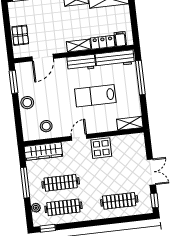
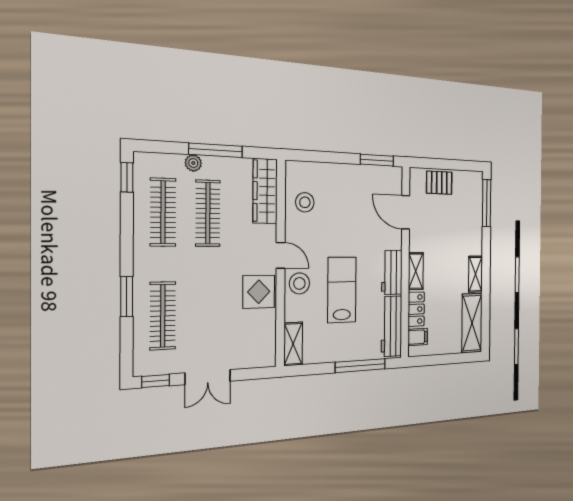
stool: (27, 103) -> (299, 283), moved
plant: (36, 208) -> (193, 163), moved
window: (111, 221) -> (127, 297), added

